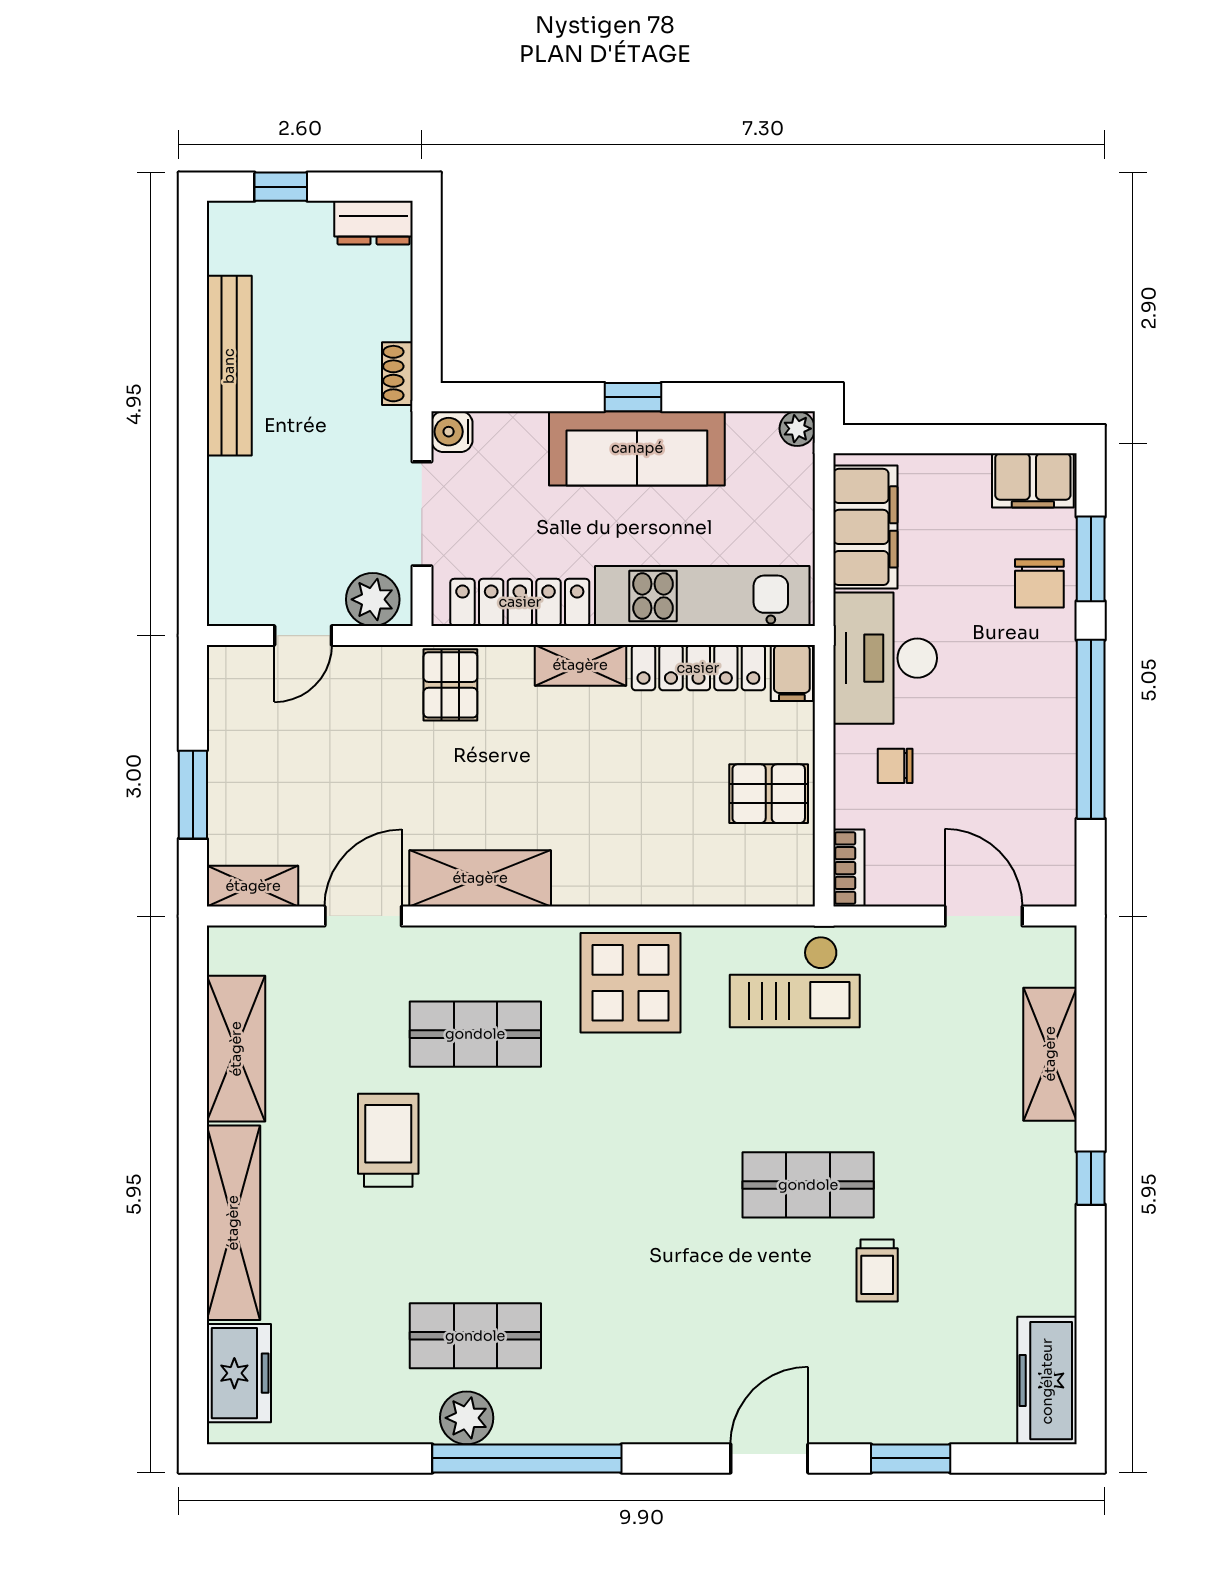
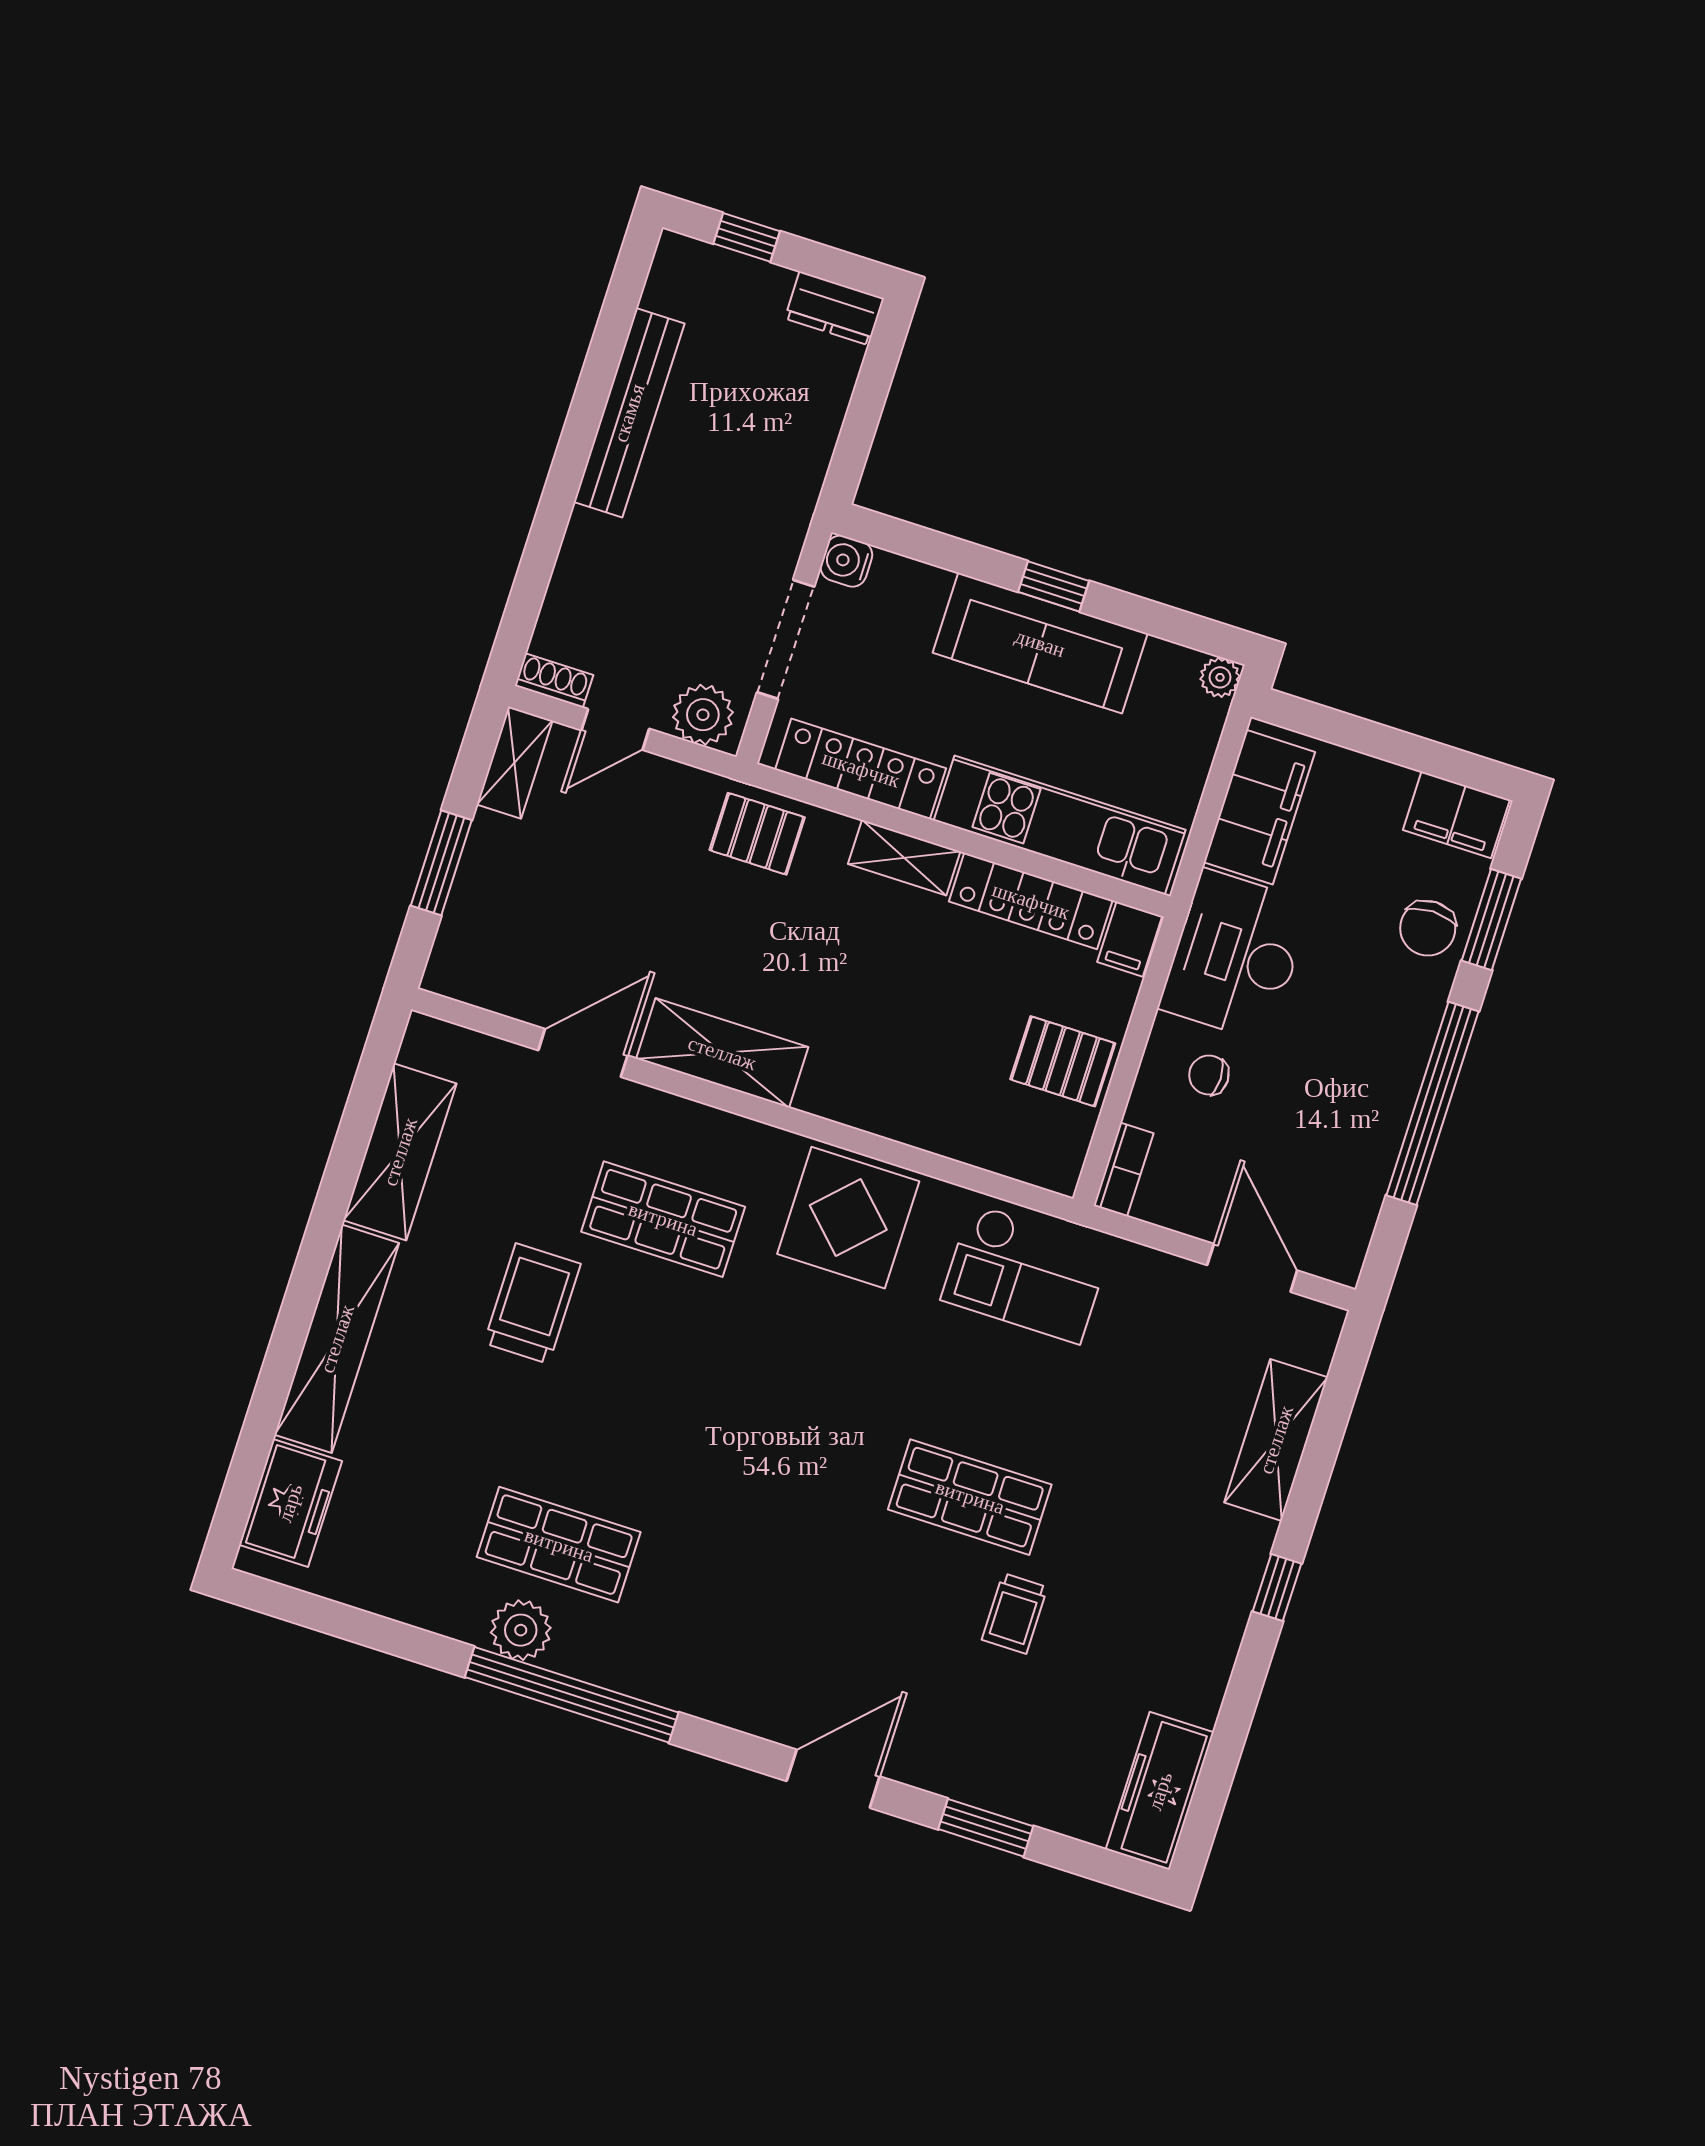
shoe rack: (397, 374) -> (554, 680), moved, turned 90
pallet: (450, 685) -> (757, 834), turned 90
shelving: (253, 886) -> (515, 763), moved, turned 90

